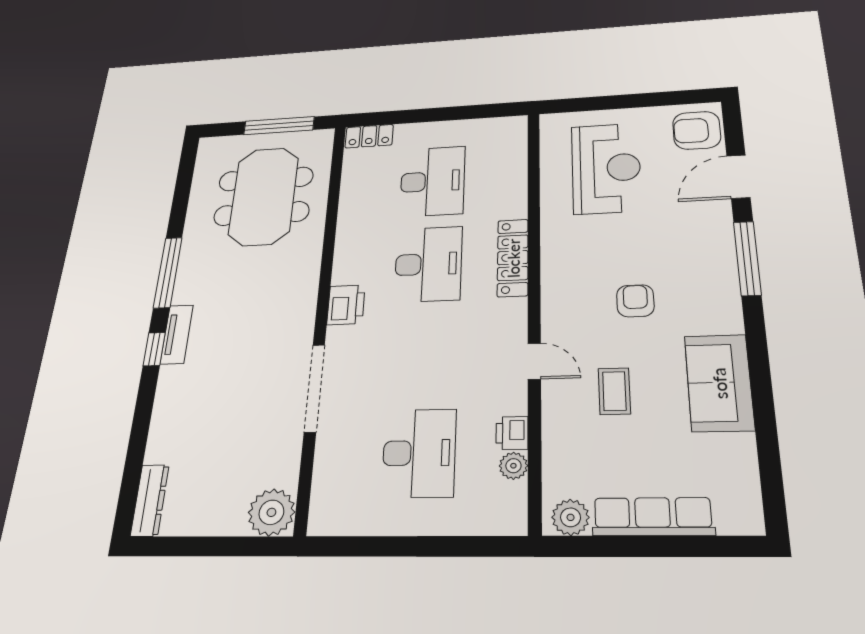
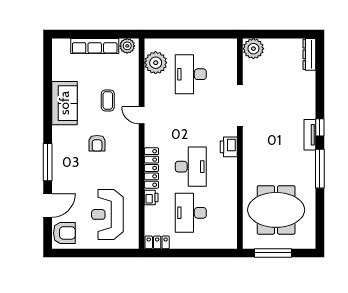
locker: (369, 136) -> (157, 242), moved
meeting table: (264, 196) -> (276, 210), turned 90
desk: (428, 264) -> (191, 167), turned 180
printer: (512, 433) -> (151, 197), moved
plant: (513, 466) -> (156, 63), width x1.88, depth x1.88

